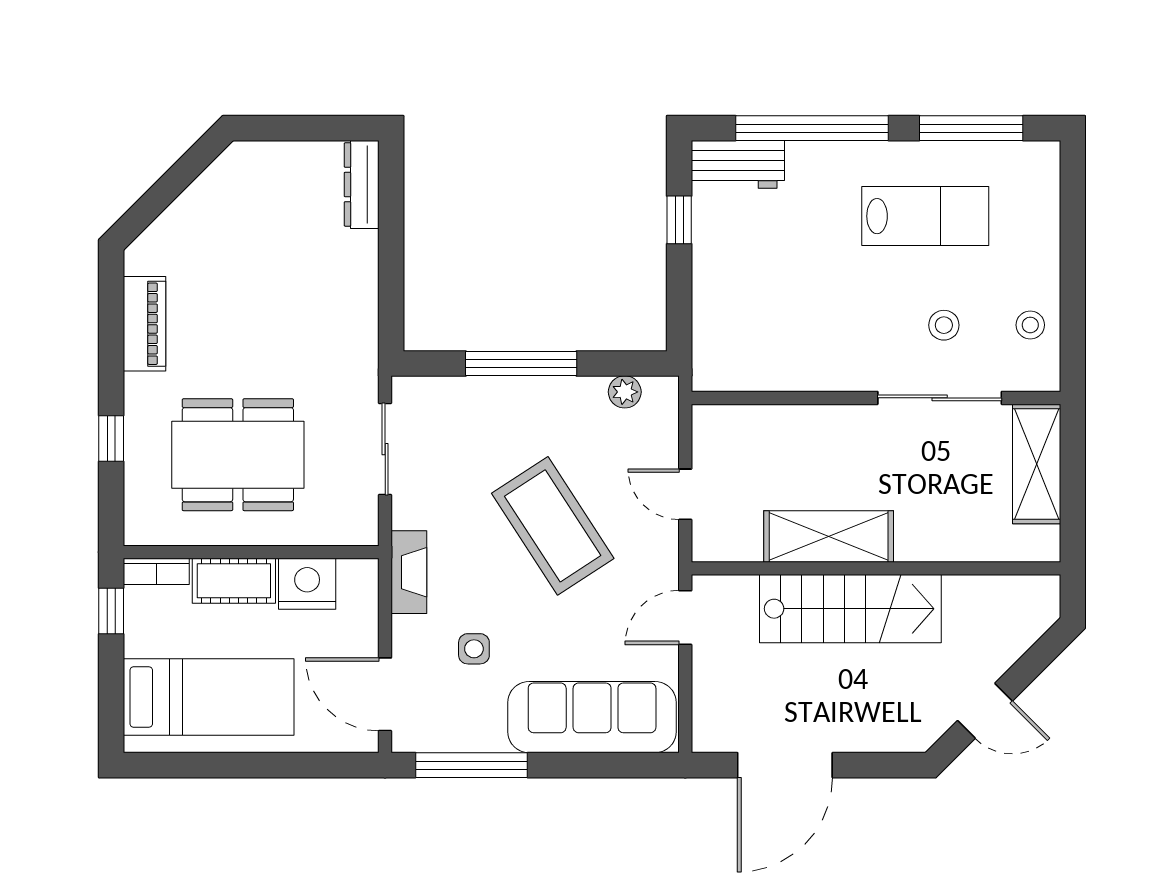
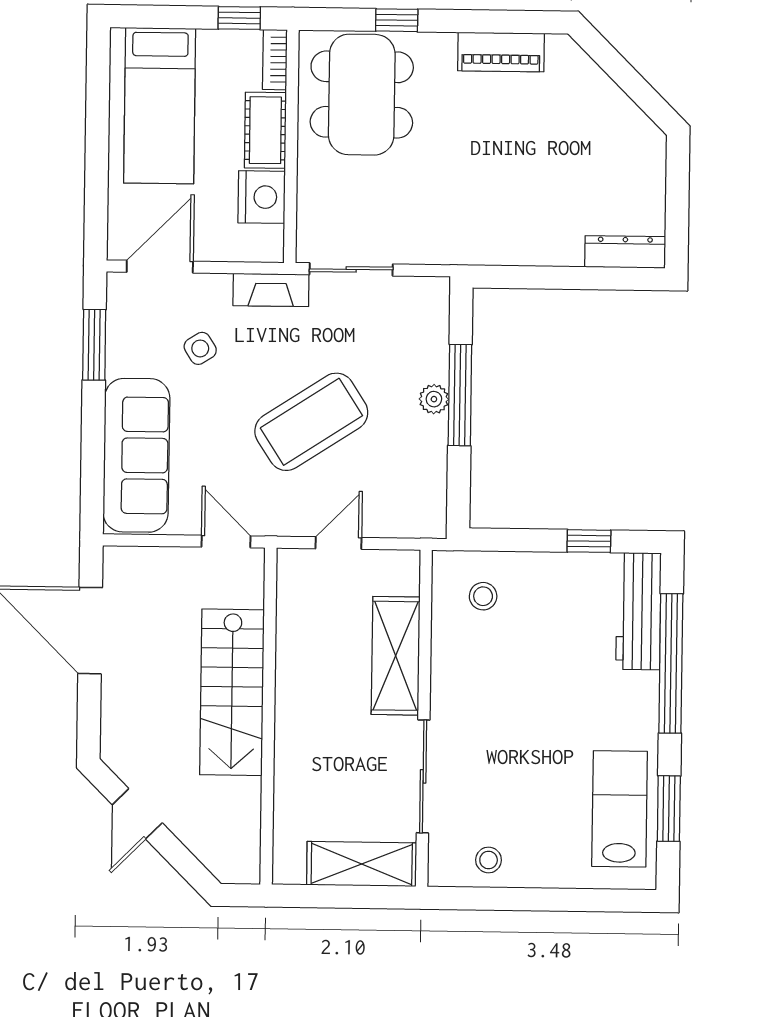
window: (971, 128) -> (669, 809), width x0.69
workbench: (738, 164) -> (639, 611), width x1.38
lab bench: (925, 216) -> (620, 809), moved, turned 180
stool: (944, 325) -> (483, 596), moved
plant: (625, 392) -> (434, 399), moved
sliding door: (385, 449) -> (351, 269), moved
dining table: (238, 455) -> (362, 95), moved
shelving: (829, 536) -> (396, 656), moved
side table: (474, 649) -> (200, 348), turned -32
window: (472, 765) -> (94, 345), width x0.69

